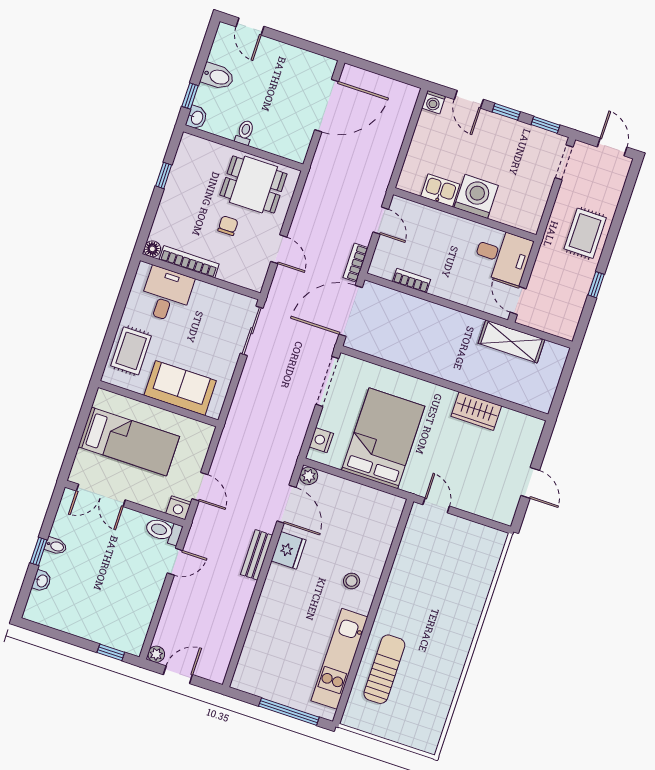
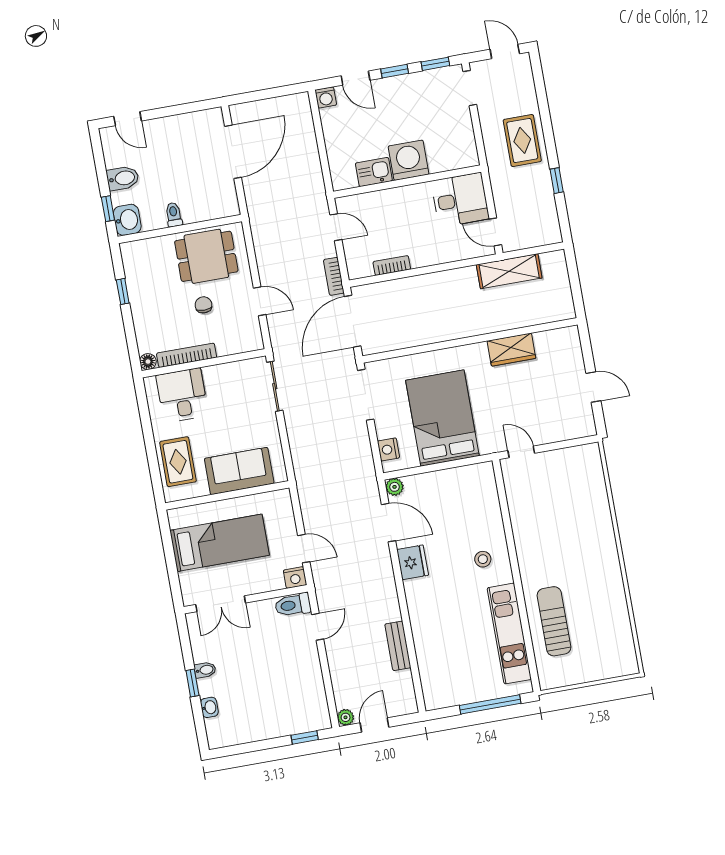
washbasin: (197, 118) -> (127, 220), width x1.38, depth x1.45
bench: (256, 555) -> (398, 646), moved

